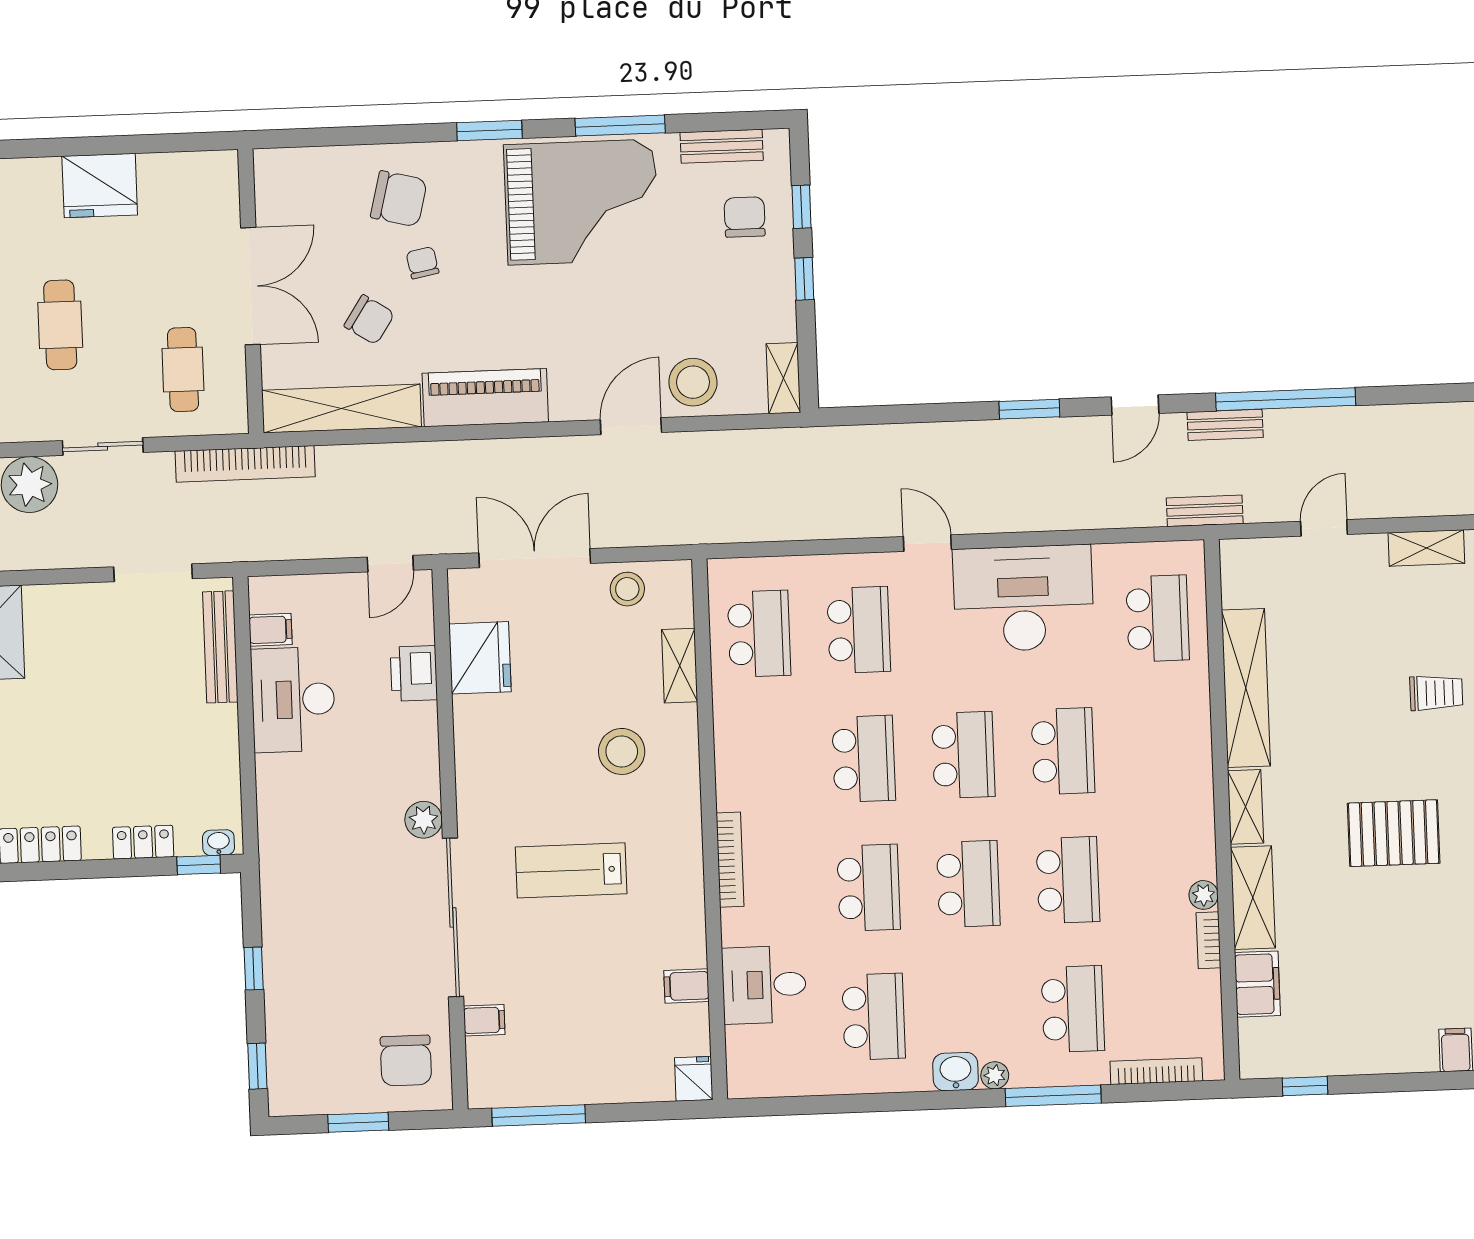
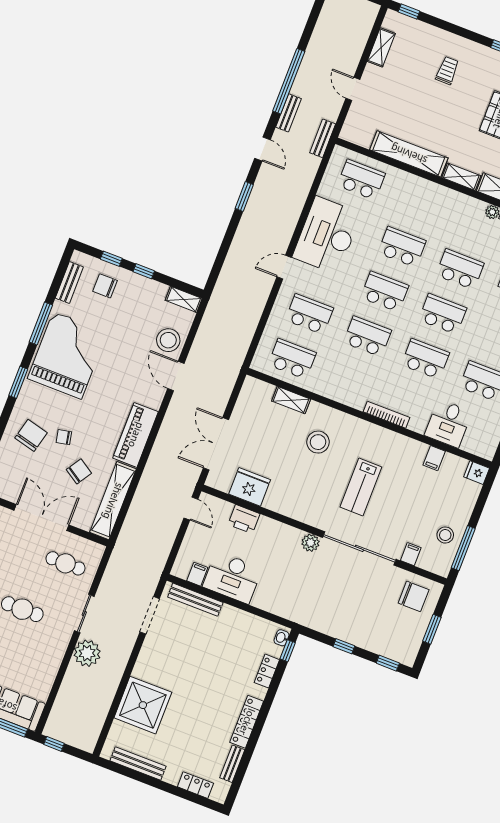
bookcase: (245, 464) -> (119, 554), removed
stool: (627, 589) -> (445, 535), moved

